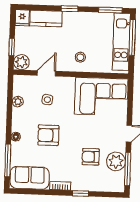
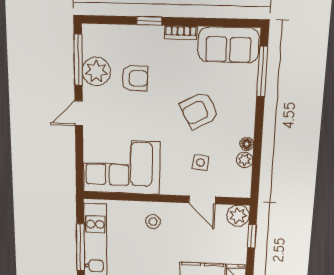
door: (46, 73) -> (202, 200), hinge flipped
armchair: (48, 135) -> (199, 111), turned 152
floor lamp: (16, 137) -> (247, 144), moved

